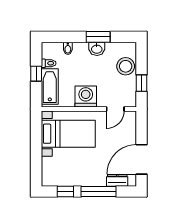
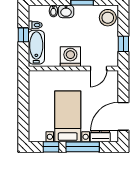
washbasin: (97, 49) -> (66, 11), moved
stool: (126, 66) -> (108, 18), moved
bed with nightstands: (68, 134) -> (68, 116), moved, turned -90

